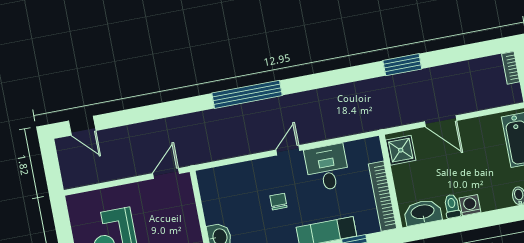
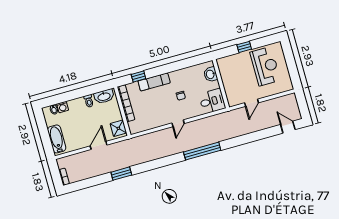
door: (441, 121) -> (99, 145), hinge flipped
desk: (327, 168) -> (212, 101), moved, turned -90
door: (166, 173) -> (252, 103), moved
washing machine: (470, 205) -> (63, 107), moved

